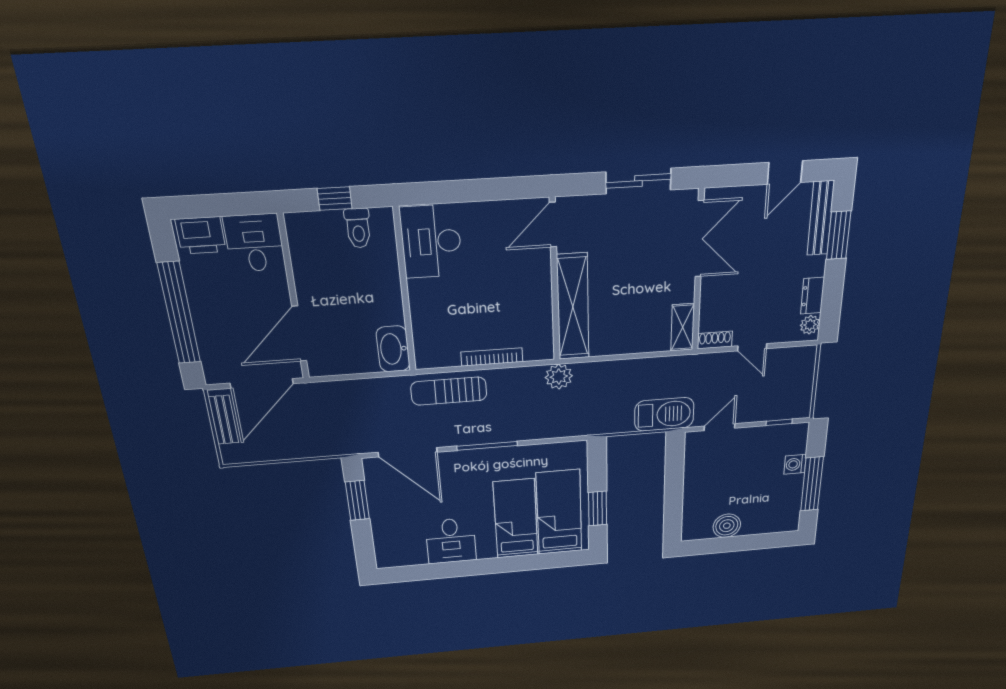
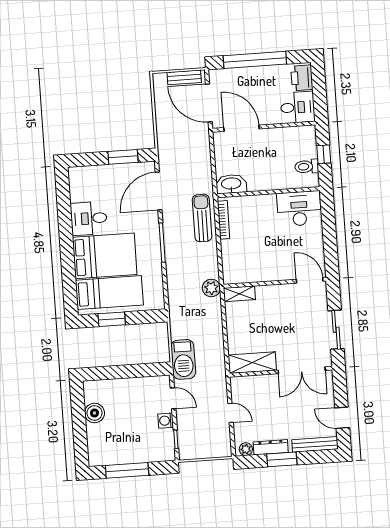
window: (839, 235) -> (282, 459), moved
dresser: (813, 296) -> (271, 447), width x1.44
shelving: (573, 307) -> (239, 294), width x0.45, depth x0.75
shelving: (683, 327) -> (252, 363), width x1.50, depth x1.33
shoe rack: (715, 340) -> (236, 388), removed
door: (752, 347) -> (231, 413), swing flipped
bookcase: (492, 357) -> (224, 220), moved
washing machine: (795, 464) -> (166, 421), moved, turned -90
bed: (516, 519) -> (105, 256), width x1.50

